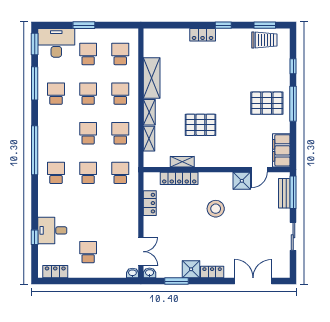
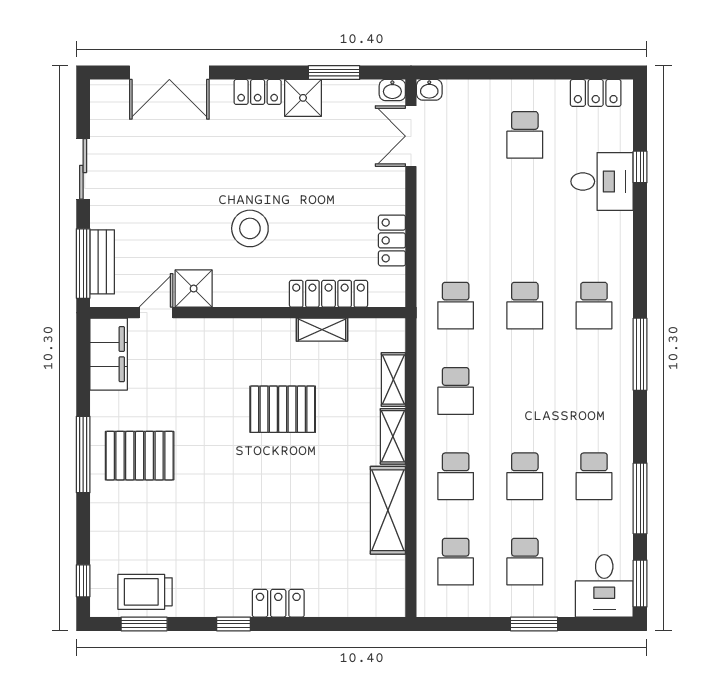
desk: (56, 43) -> (604, 586), width x0.73
window: (293, 66) -> (83, 581), moved
school desk: (88, 133) -> (525, 391), removed
window: (35, 150) -> (640, 354), width x0.68

